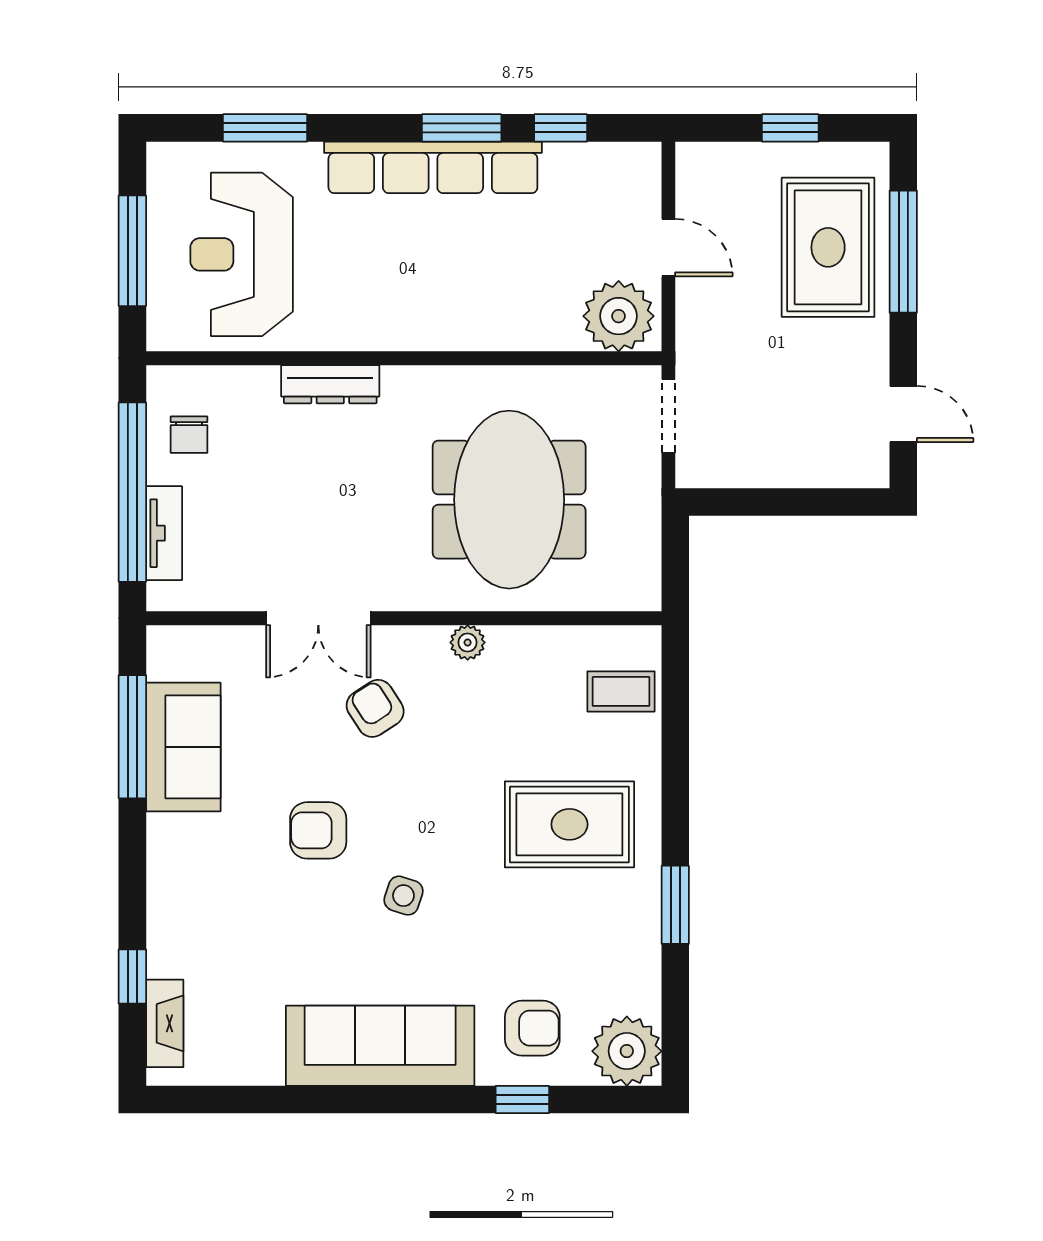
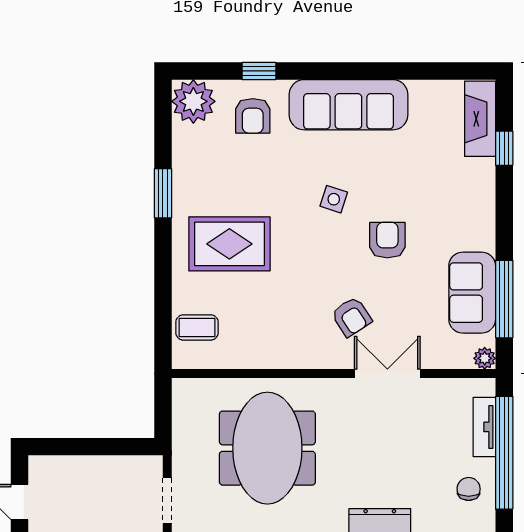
plant: (468, 642) -> (485, 358), moved
armchair: (318, 830) -> (387, 240), turned -90
fireplace: (165, 1023) -> (480, 119), width x1.37, depth x1.32
armchair: (532, 1028) -> (253, 116), turned -90

